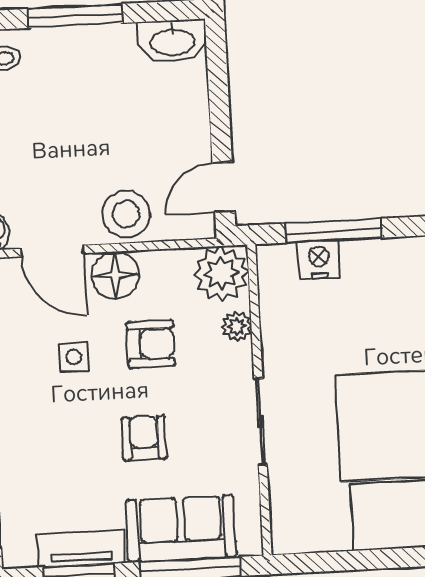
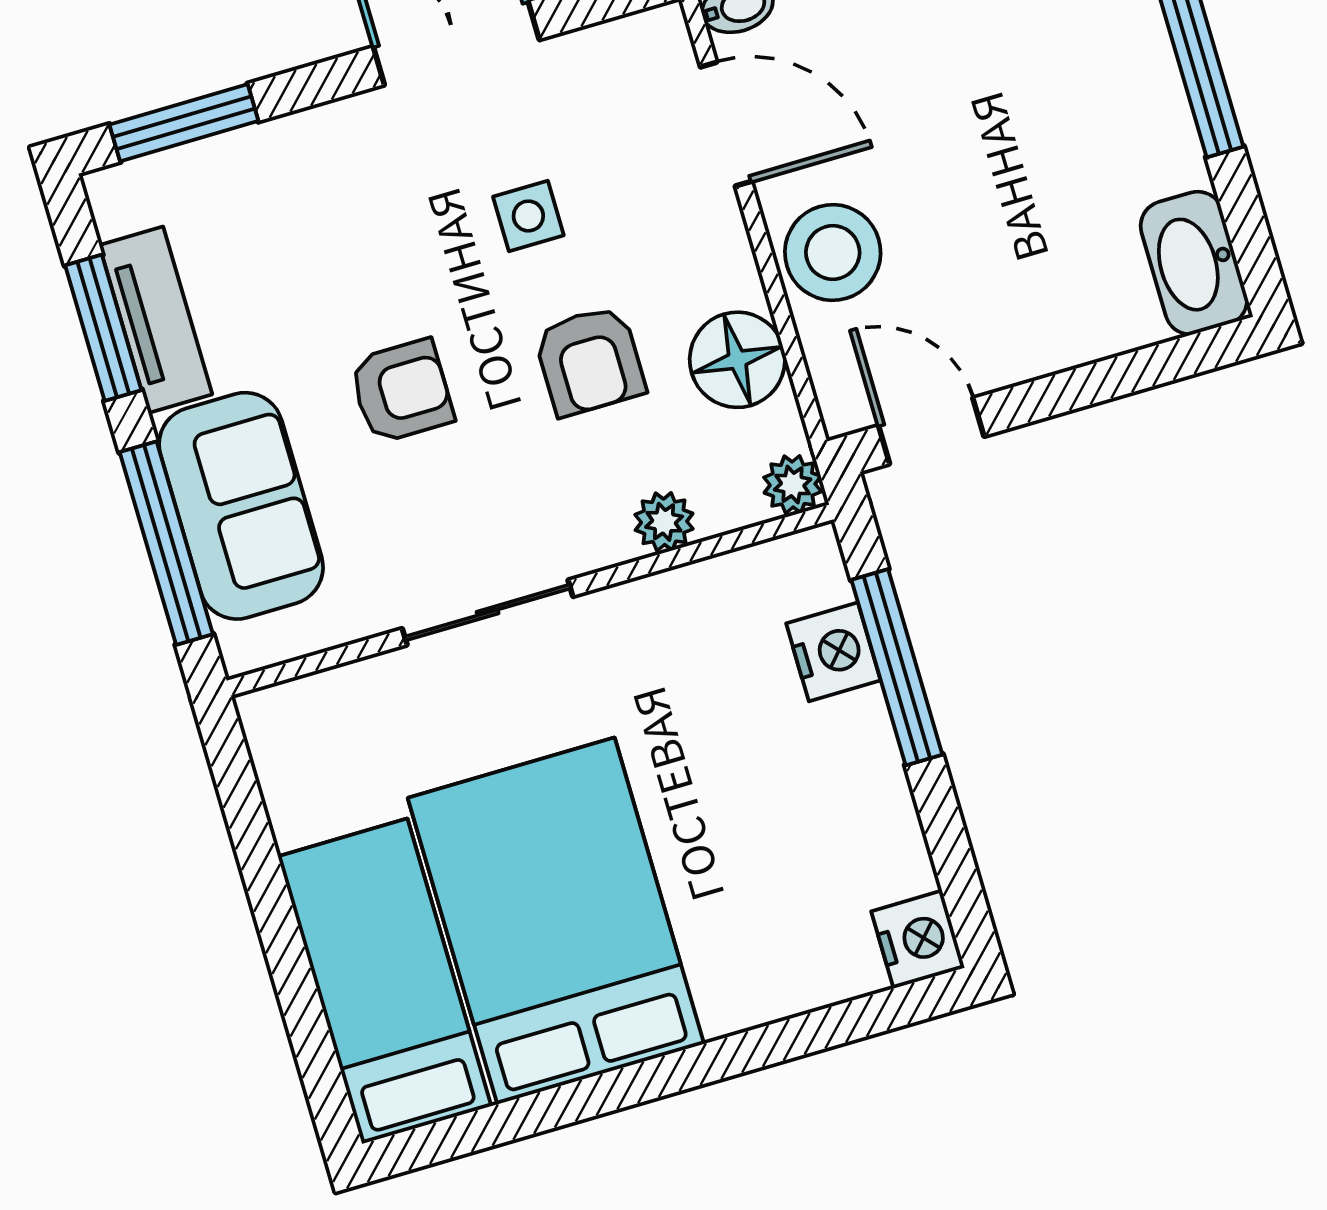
door: (52, 251) -> (726, 124), swing flipped
plant: (221, 274) -> (793, 485), width x0.53, depth x0.53
floor lamp: (115, 275) -> (737, 360), moved

